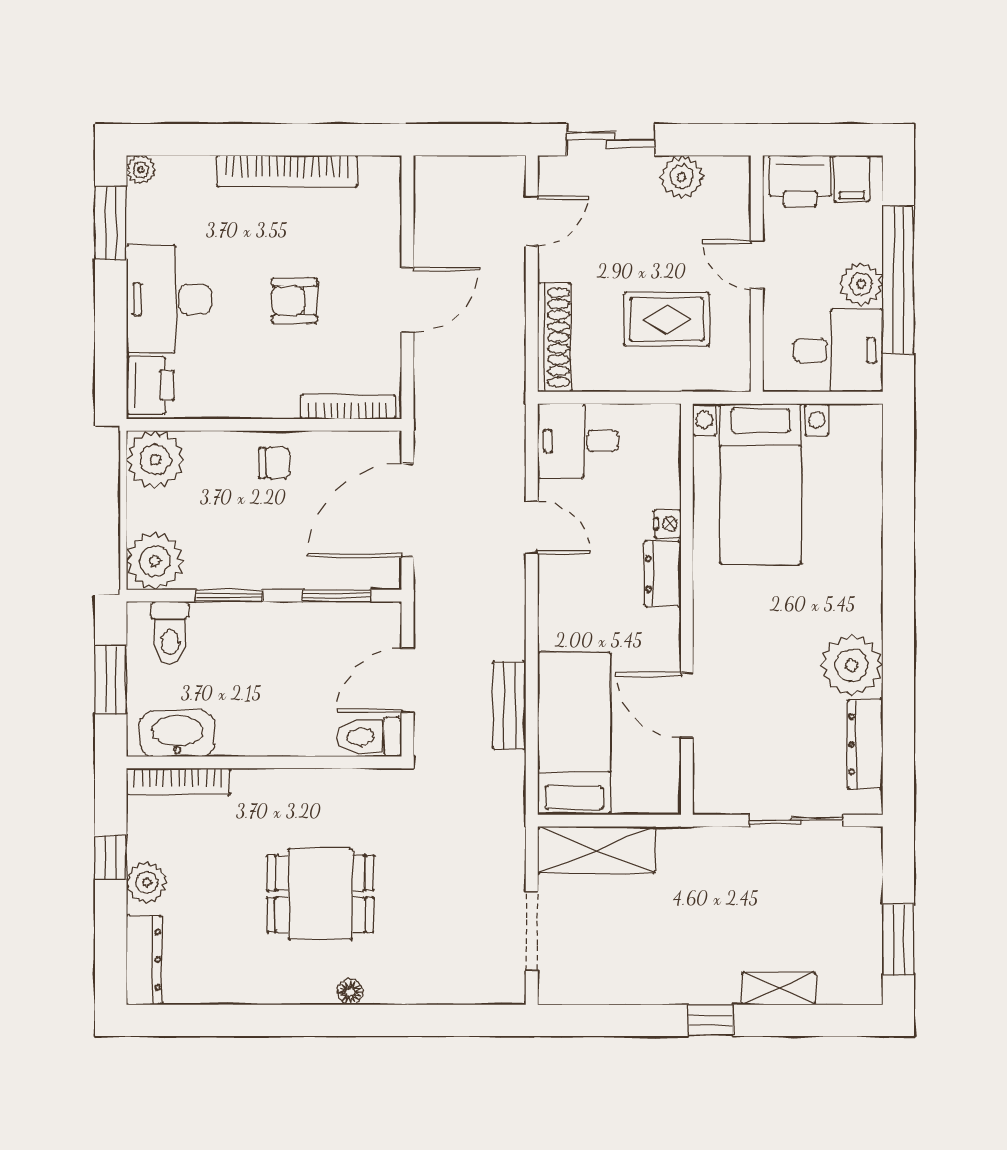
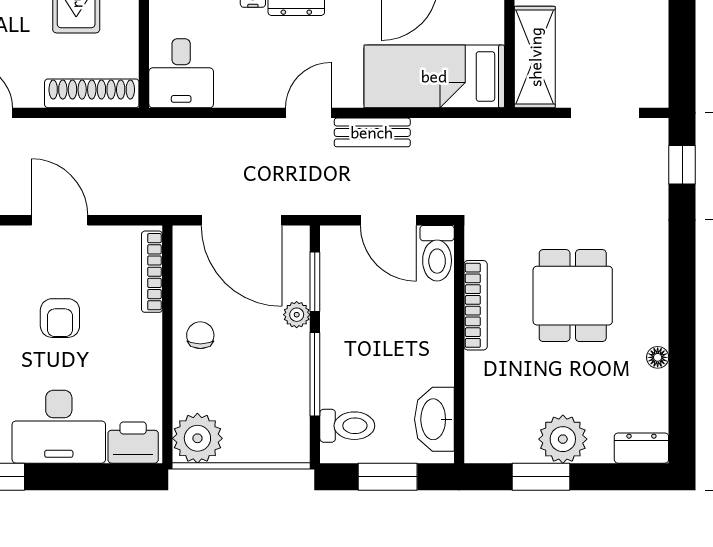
door: (532, 527) -> (308, 113), moved
plant: (155, 561) -> (297, 315), moved, width x0.53, depth x0.53
window: (229, 596) -> (315, 374), width x1.44
bench: (509, 705) -> (372, 132), moved
bookcase: (178, 781) -> (476, 305), moved
window: (111, 857) -> (541, 477), width x1.50
plant: (147, 882) -> (563, 439), width x1.36, depth x1.36
dresser: (144, 960) -> (641, 448), width x0.70
floor lamp: (350, 992) -> (658, 357), moved
window: (472, 1020) -> (682, 165), added

